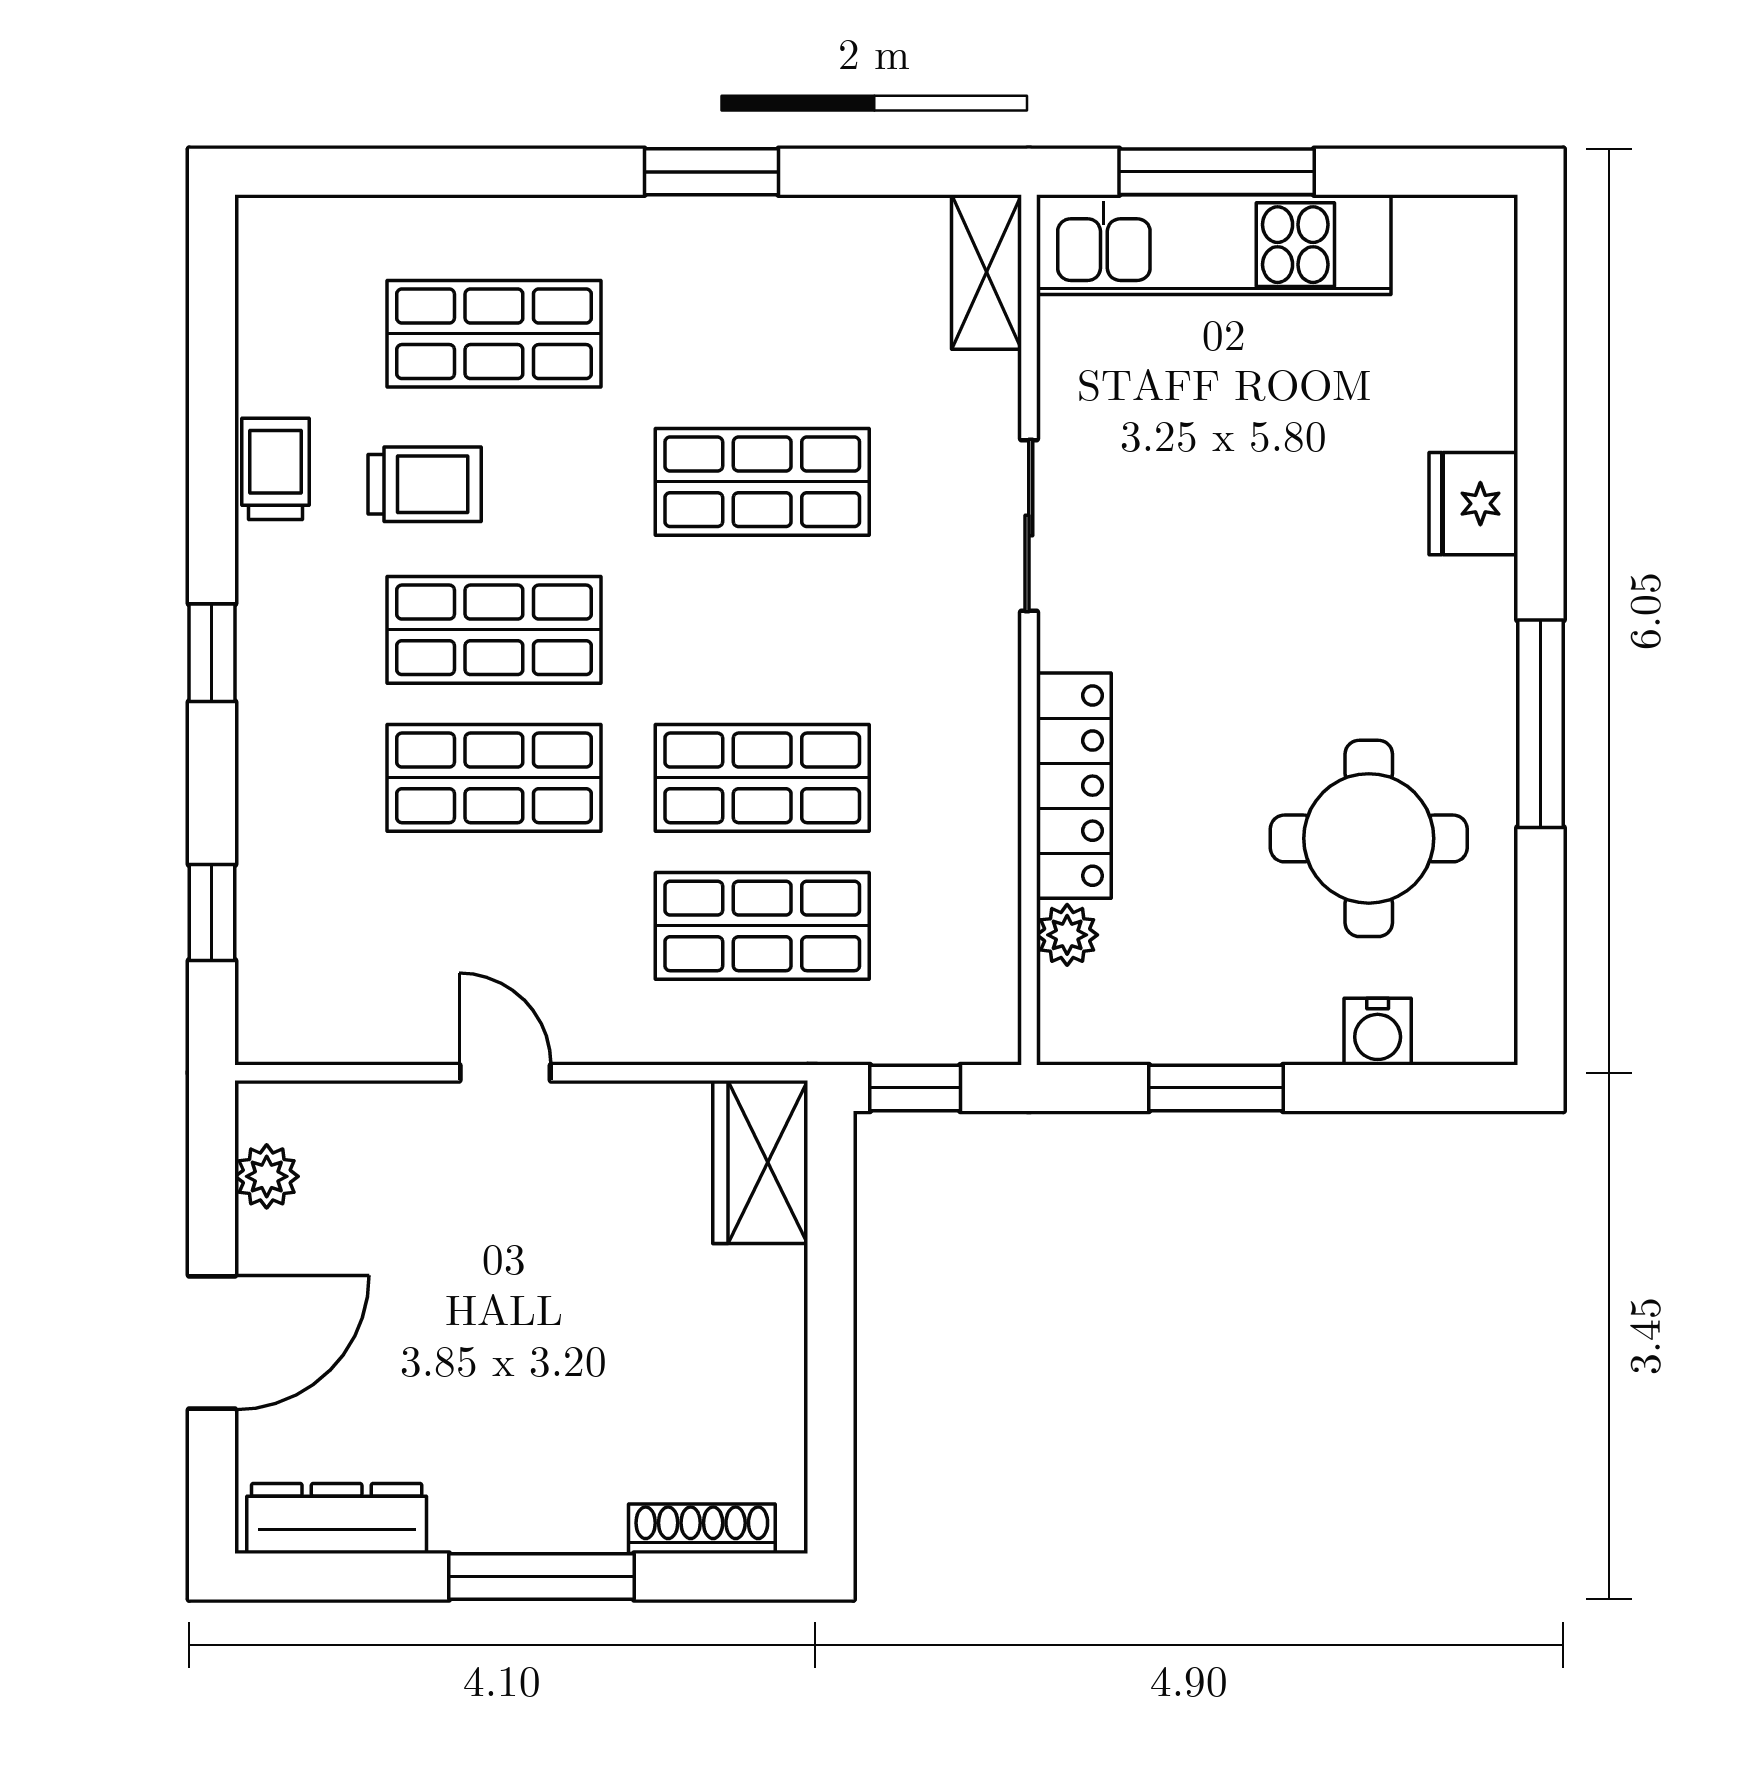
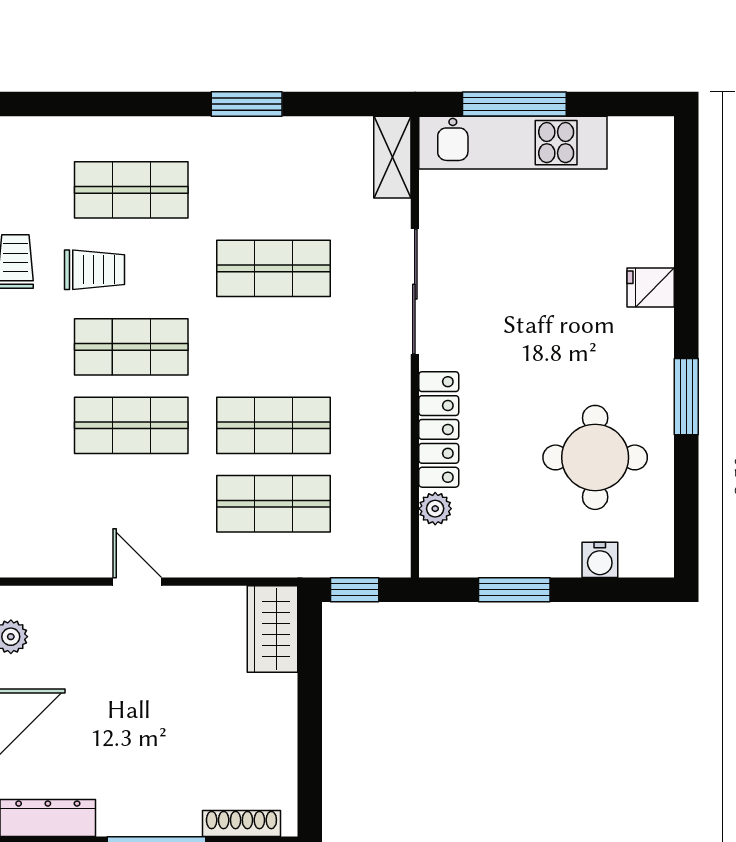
fridge: (1473, 504) -> (651, 287), width x0.72
sliding door: (1029, 526) -> (415, 292), width x1.37
window: (1540, 724) -> (686, 397), width x0.69

